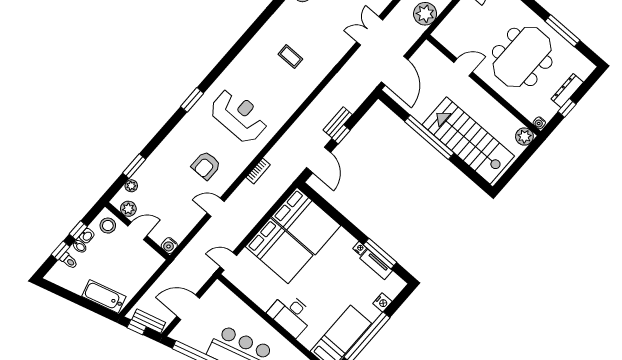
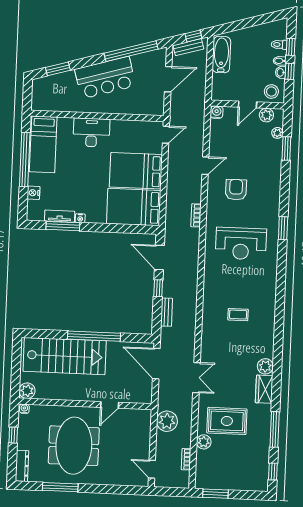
dresser: (567, 91) -> (22, 466), moved
bench: (338, 122) -> (167, 312), moved
bathtub: (104, 296) -> (221, 55), moved, turned -74

